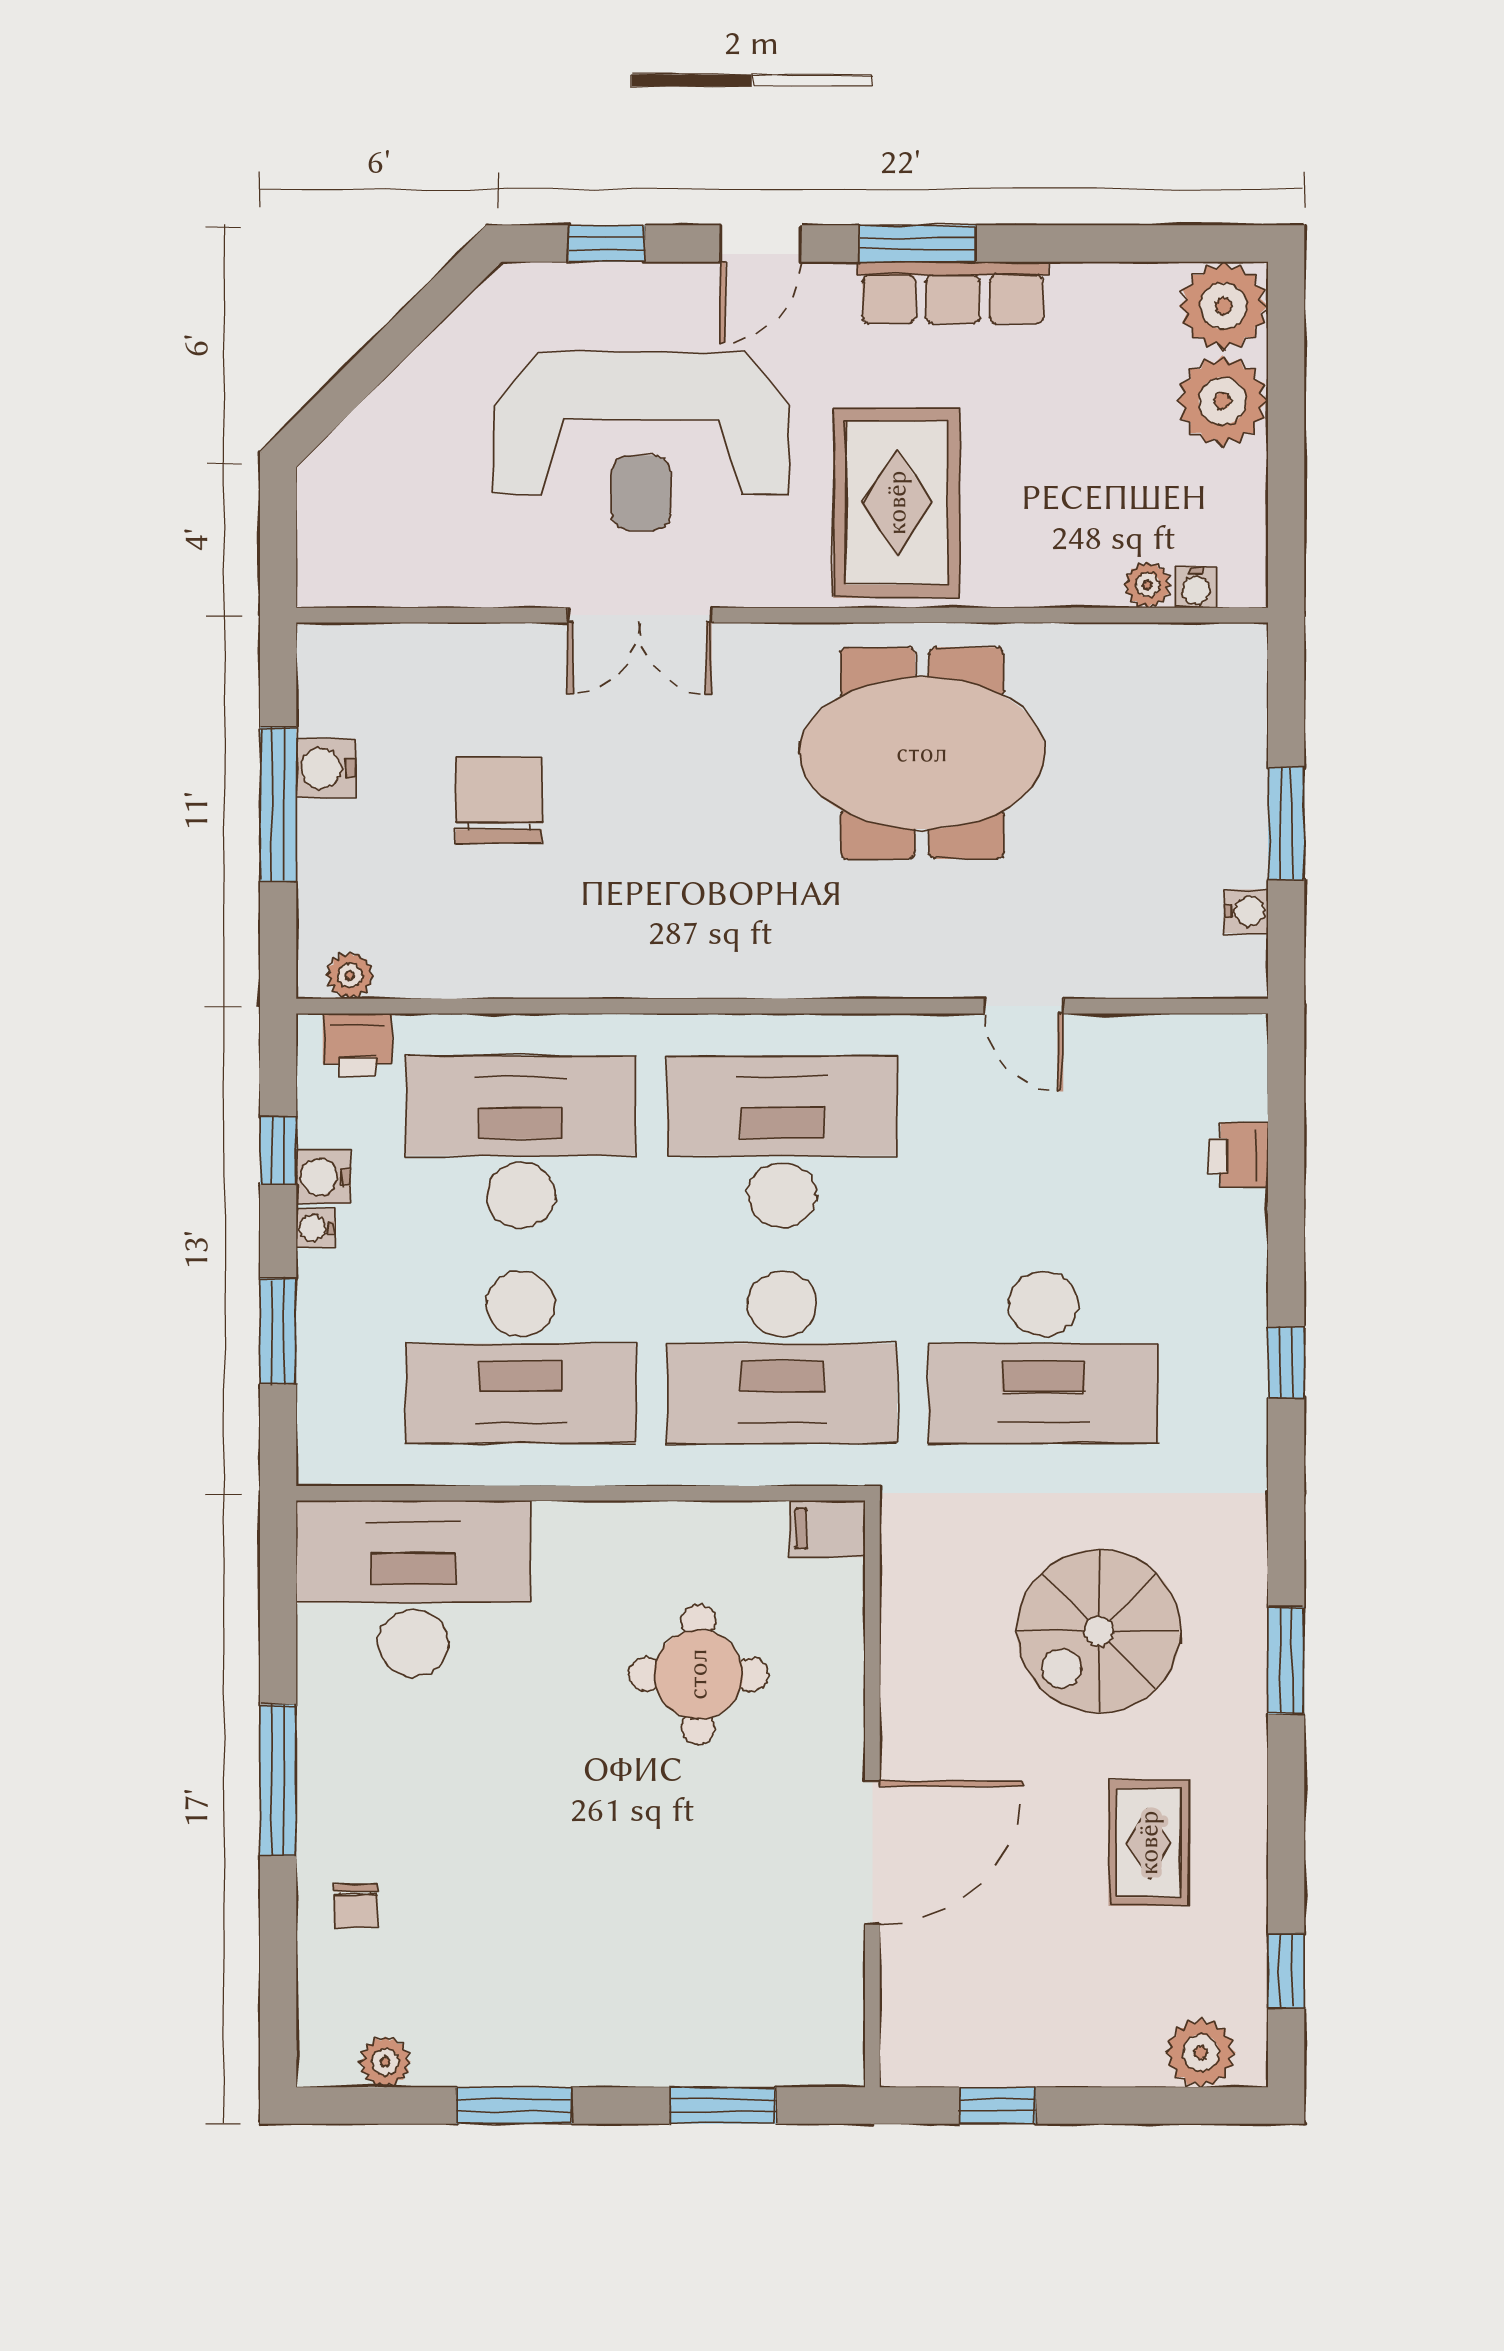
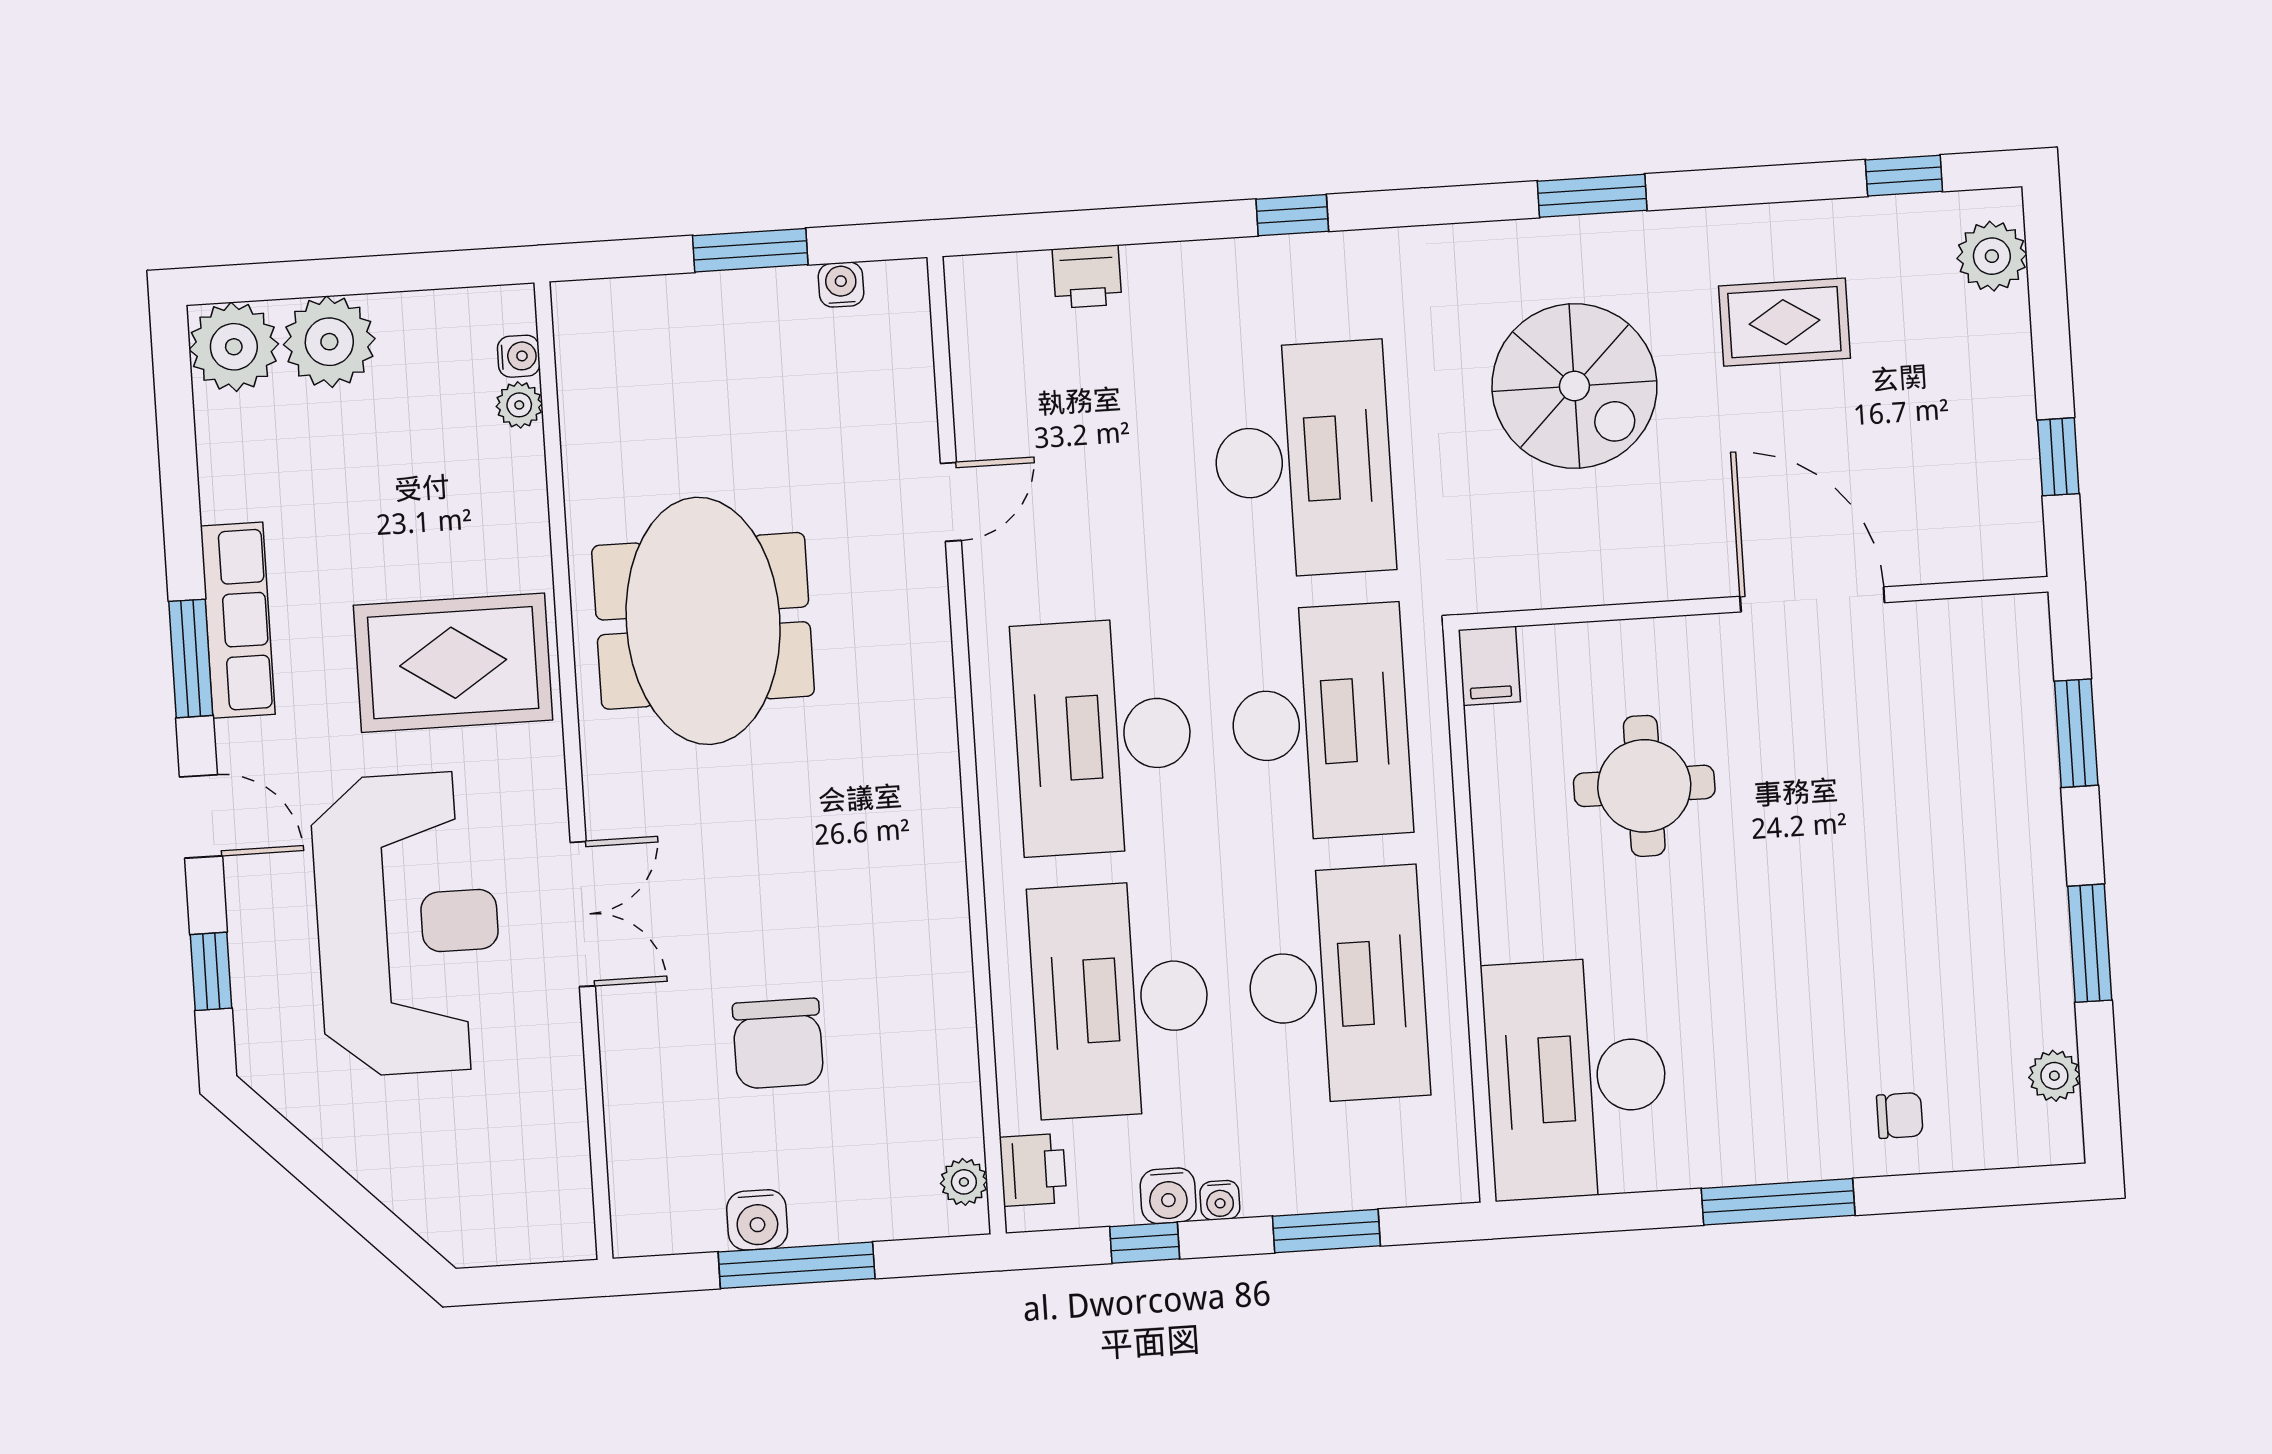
chair: (499, 800) -> (778, 1044), turned -90

